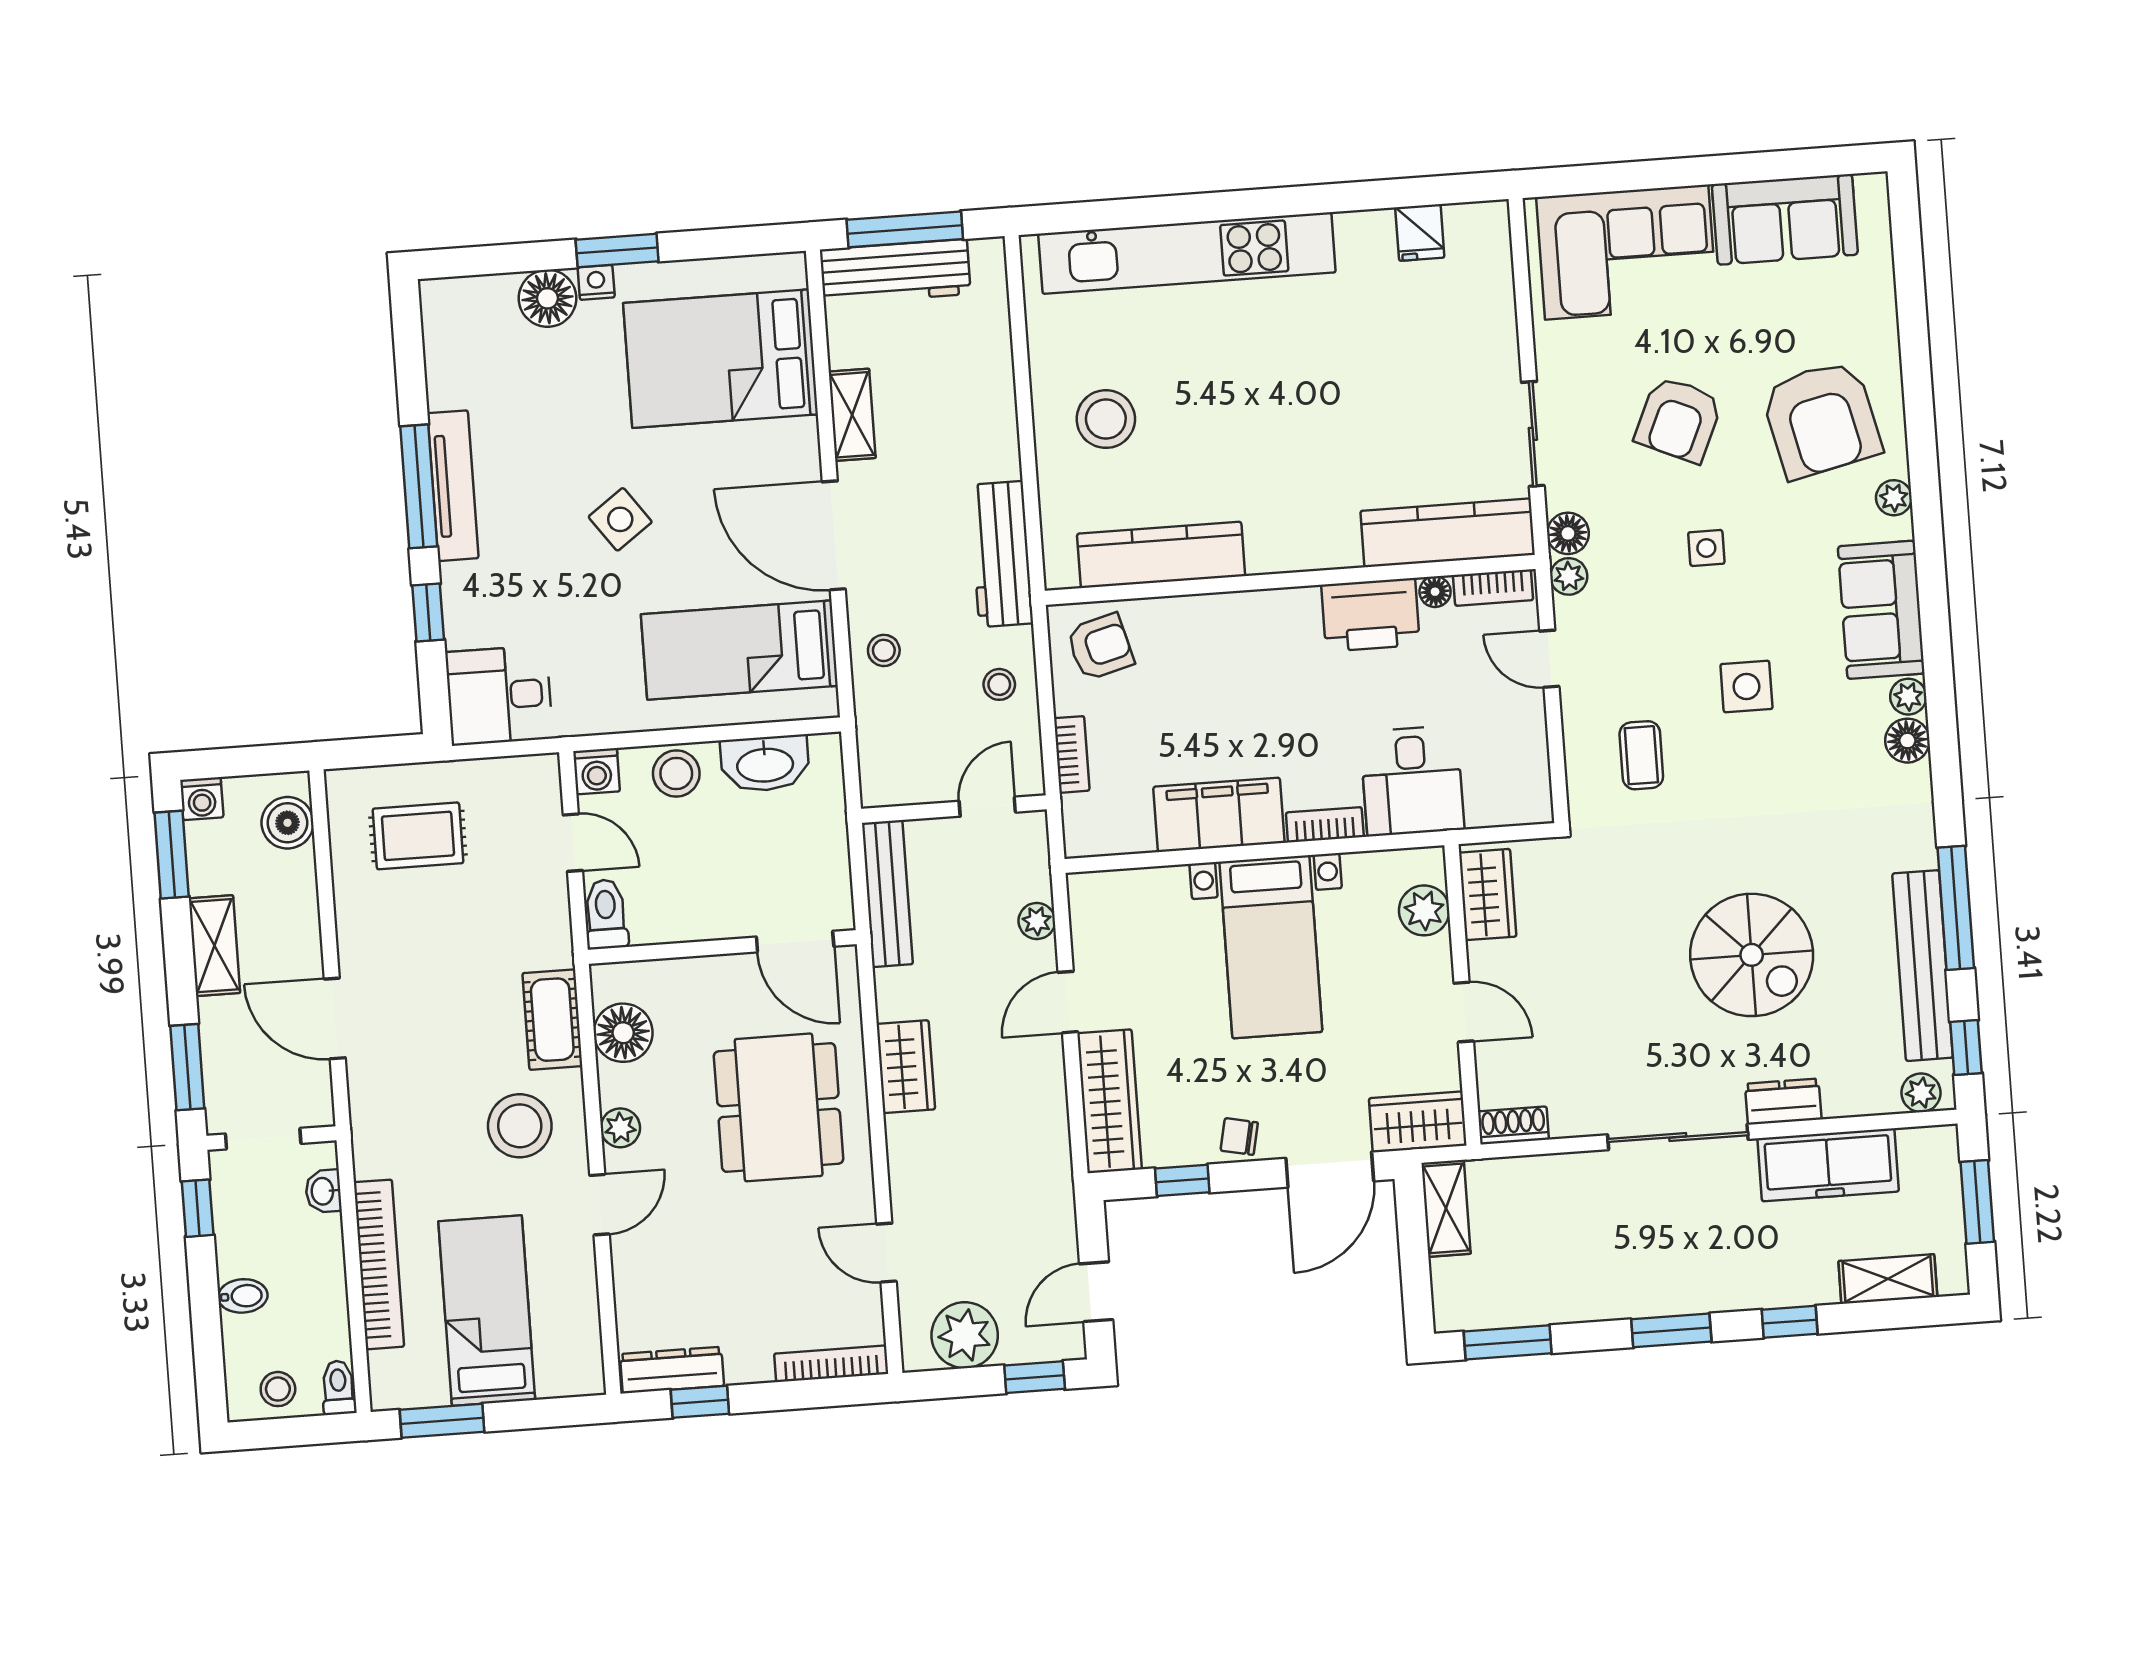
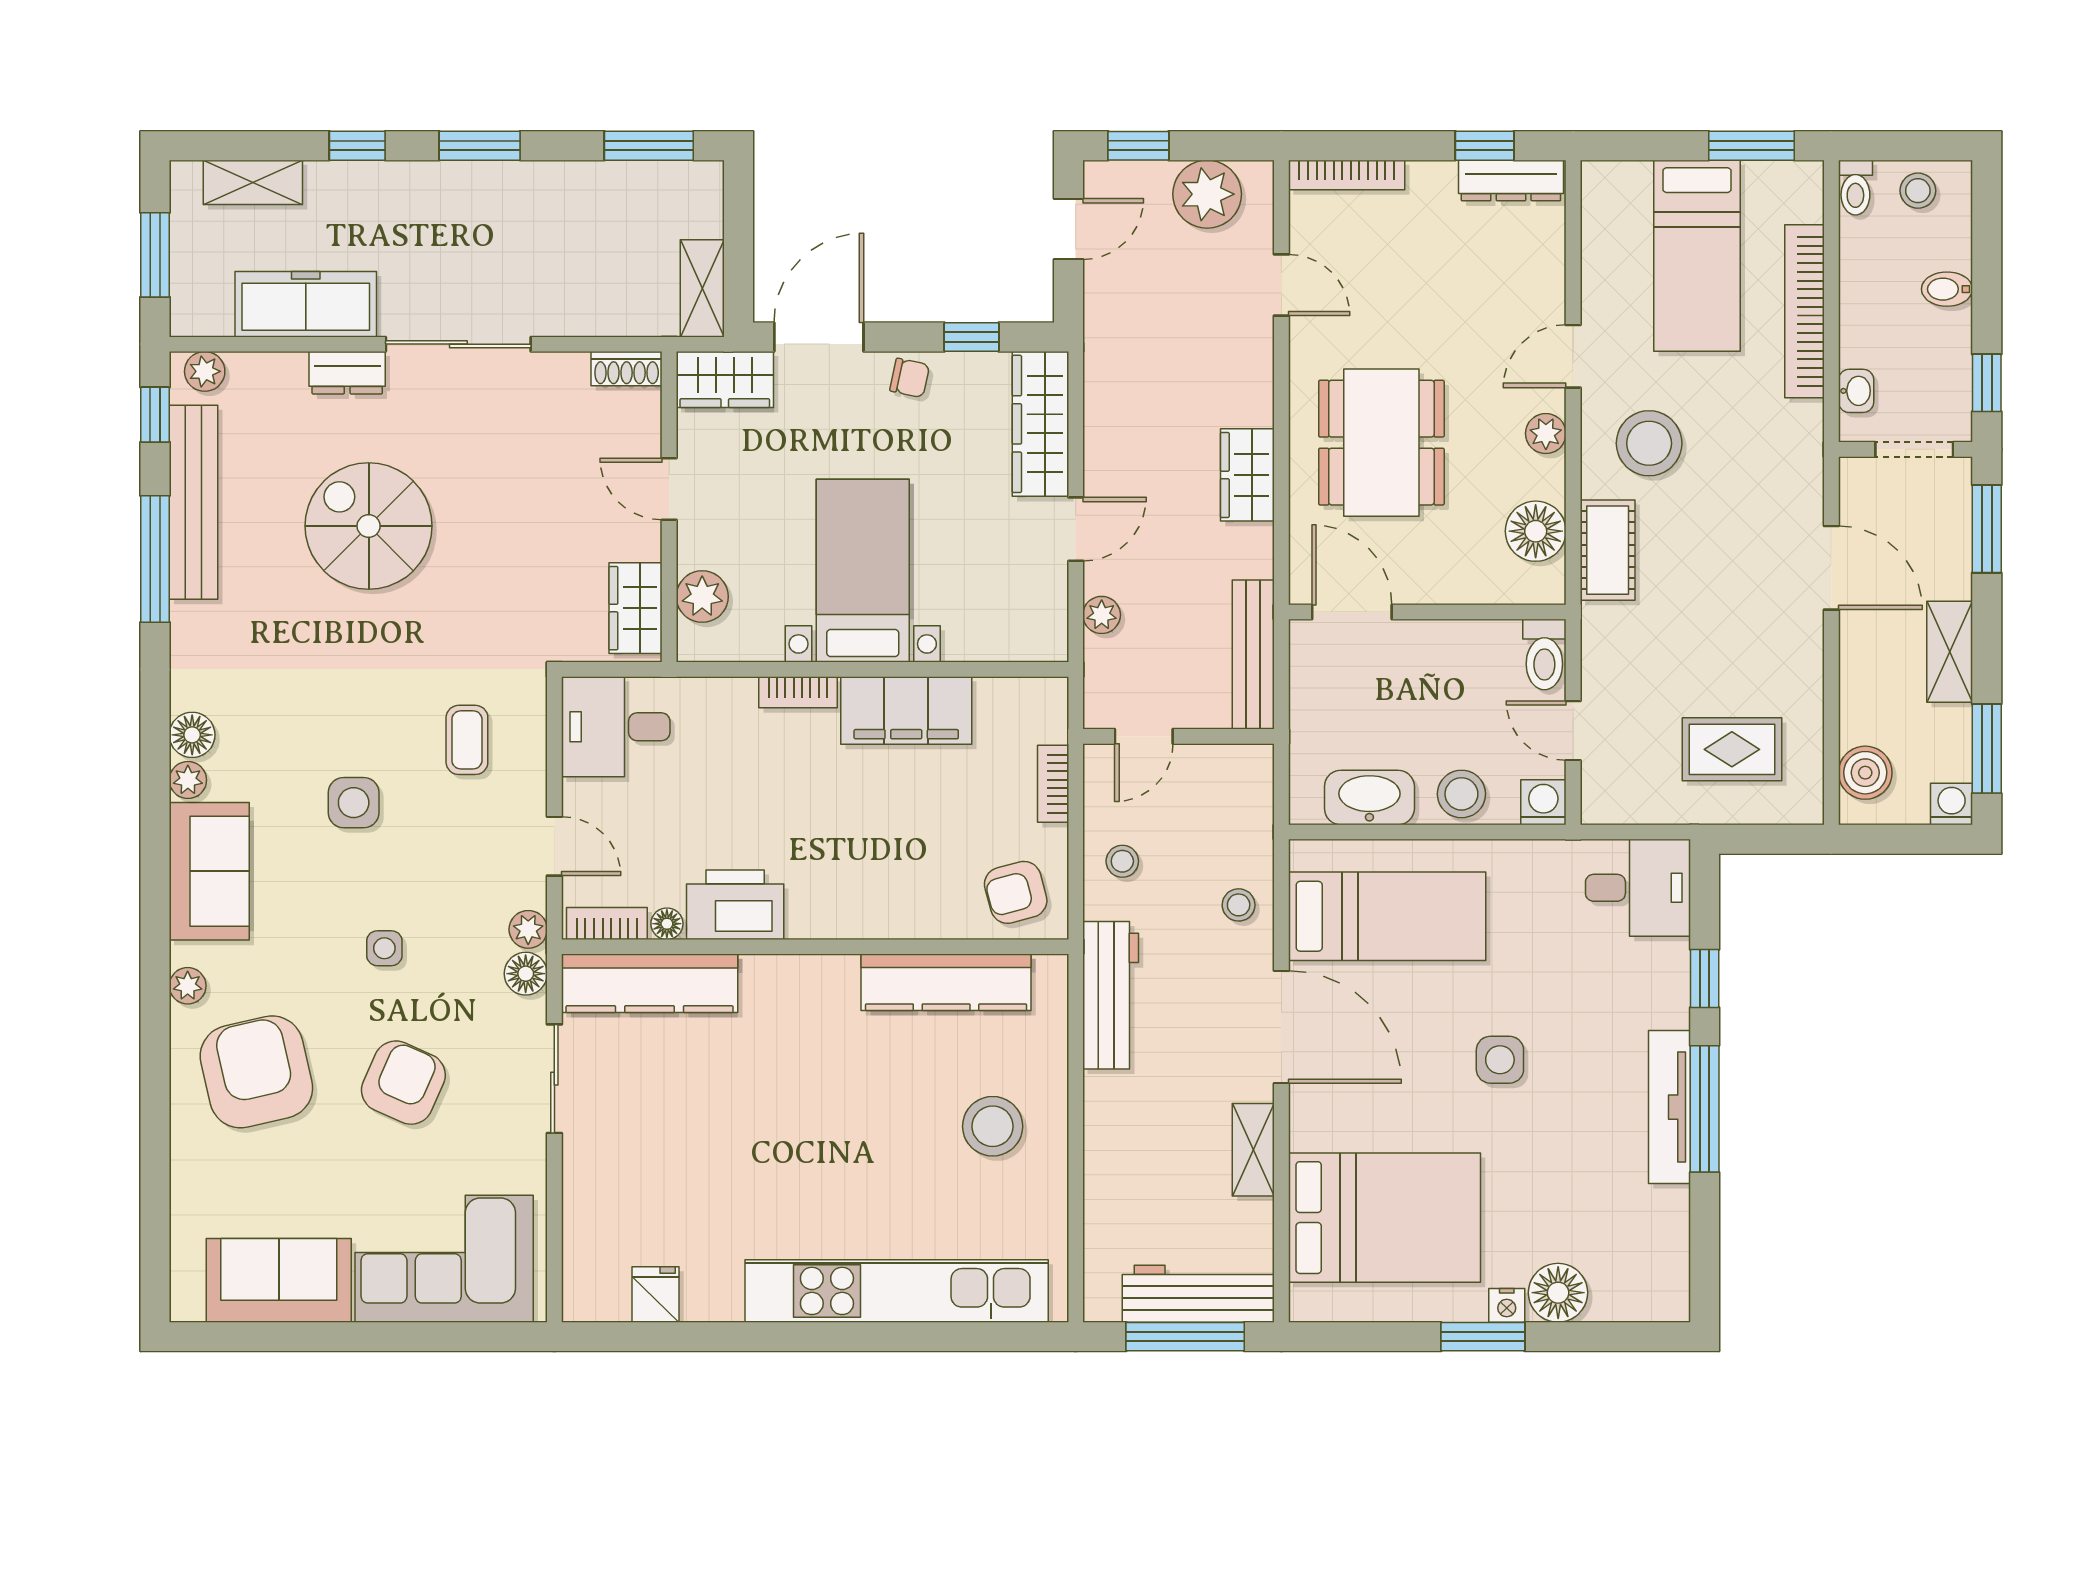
side table: (620, 519) -> (1500, 1060), turned 36
desk: (1412, 781) -> (616, 727), moved, turned -90

